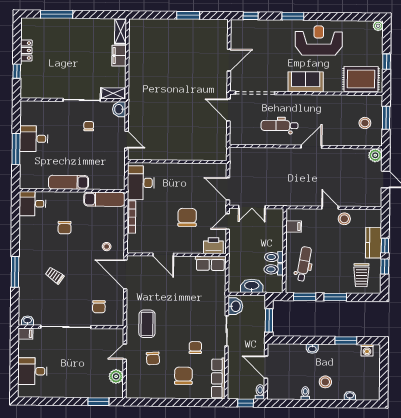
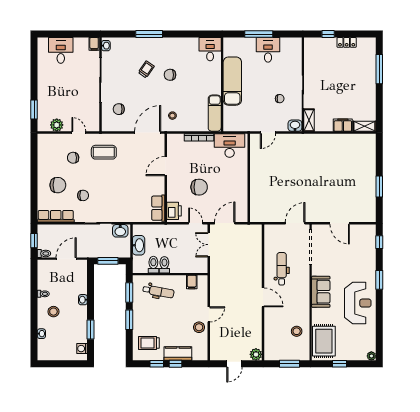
stool: (365, 123) -> (297, 331), moved
exam couch: (68, 182) -> (232, 81), width x1.36, depth x1.45
chair: (65, 228) -> (170, 75), moved

